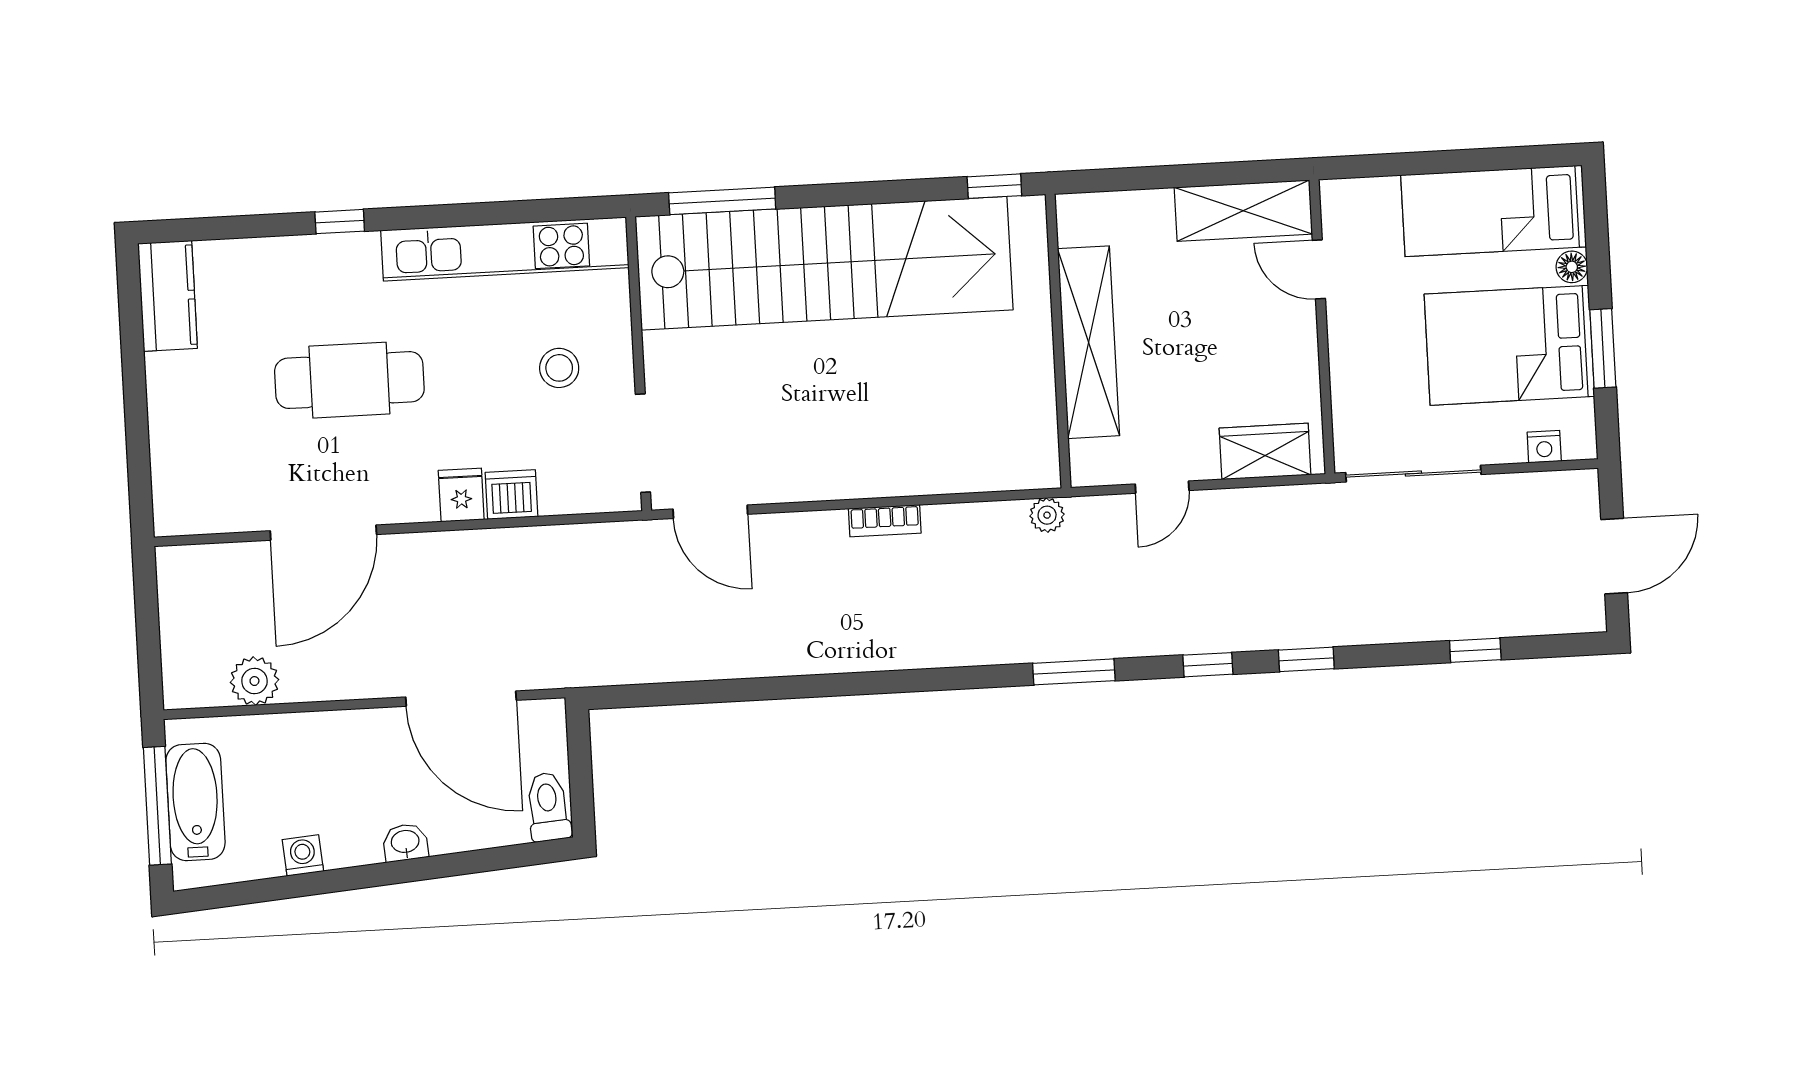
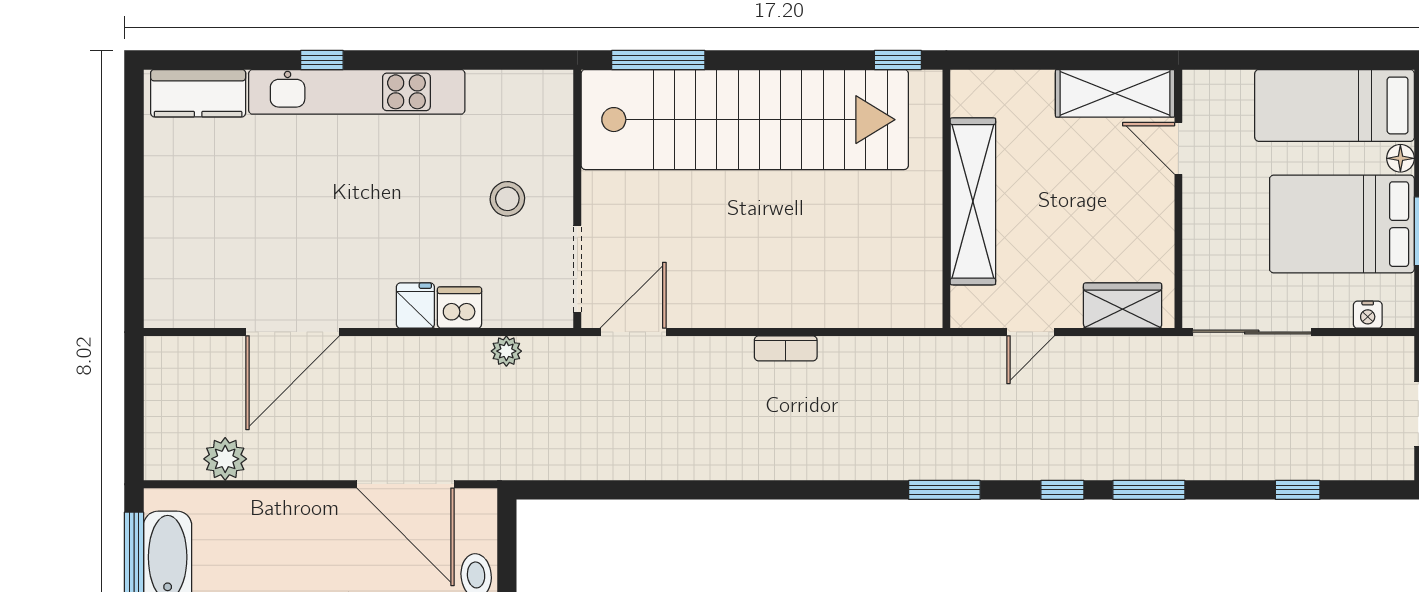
kitchen unit: (505, 249) -> (357, 92), moved
kitchen counter: (168, 296) -> (198, 93), moved, turned 90
cafe table: (349, 380) -> (323, 199), removed
door: (710, 512) -> (633, 332), swing flipped
plant: (1047, 515) -> (506, 351), moved
window: (1306, 659) -> (1149, 490), width x1.50

